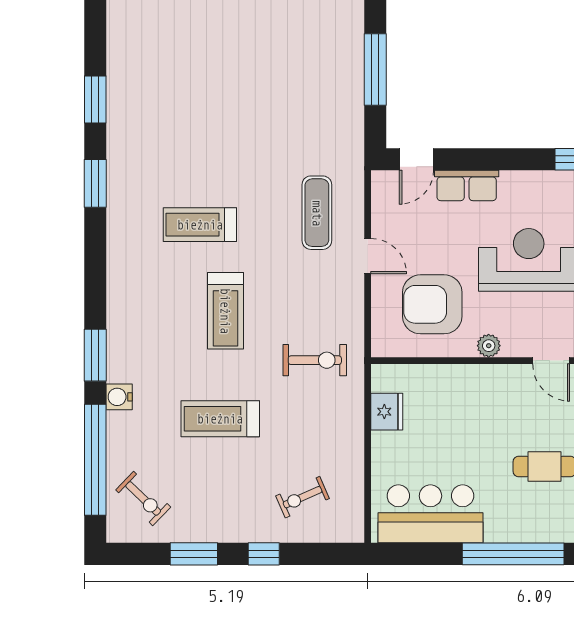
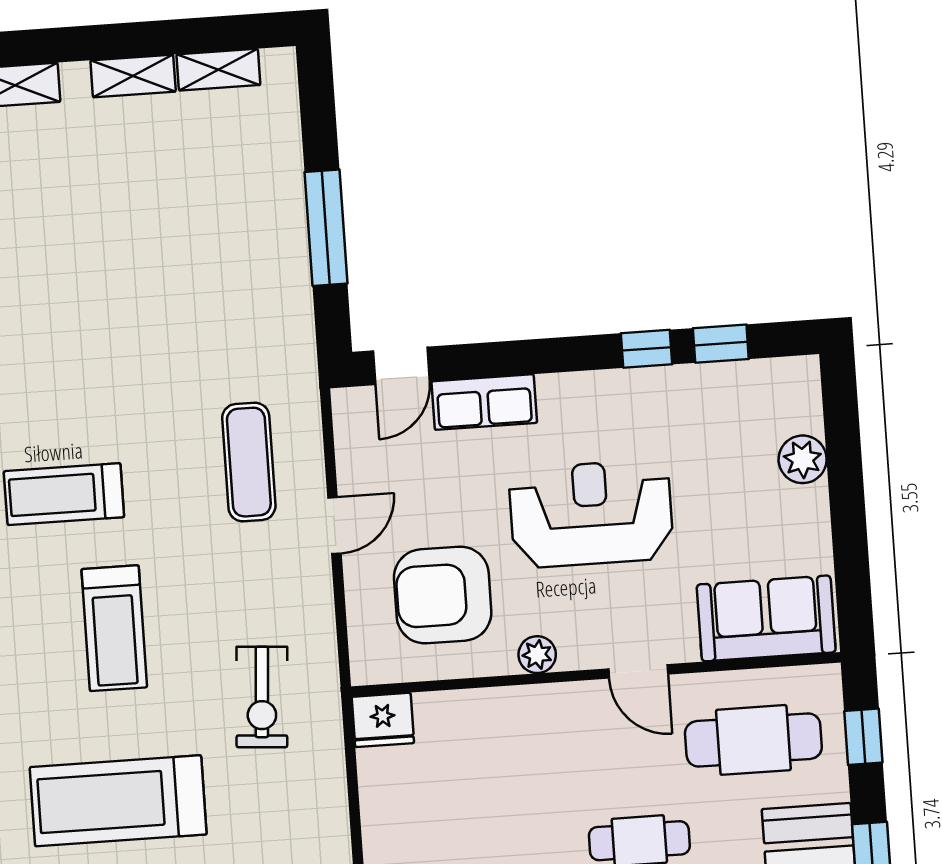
door: (368, 256) -> (334, 525), hinge flipped
exercise bike: (315, 360) -> (262, 697), turned 94
fridge: (387, 412) -> (383, 720), moved, turned 90
treadmill: (220, 419) -> (118, 801), width x1.37, depth x1.38

